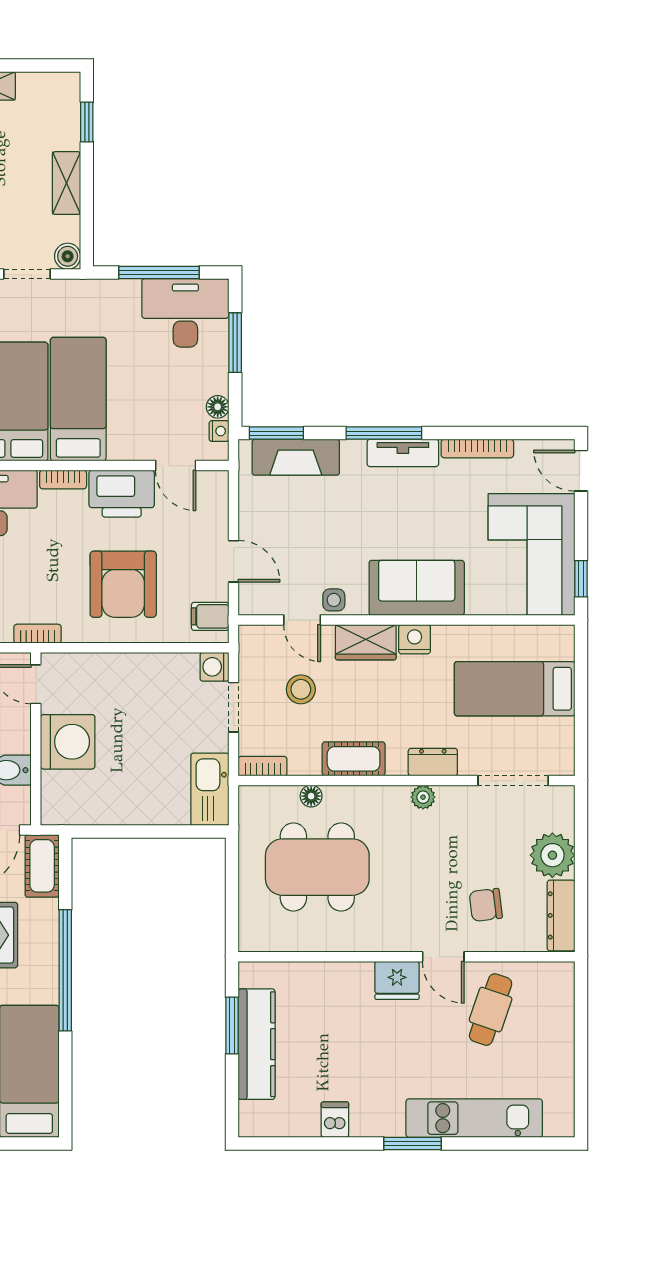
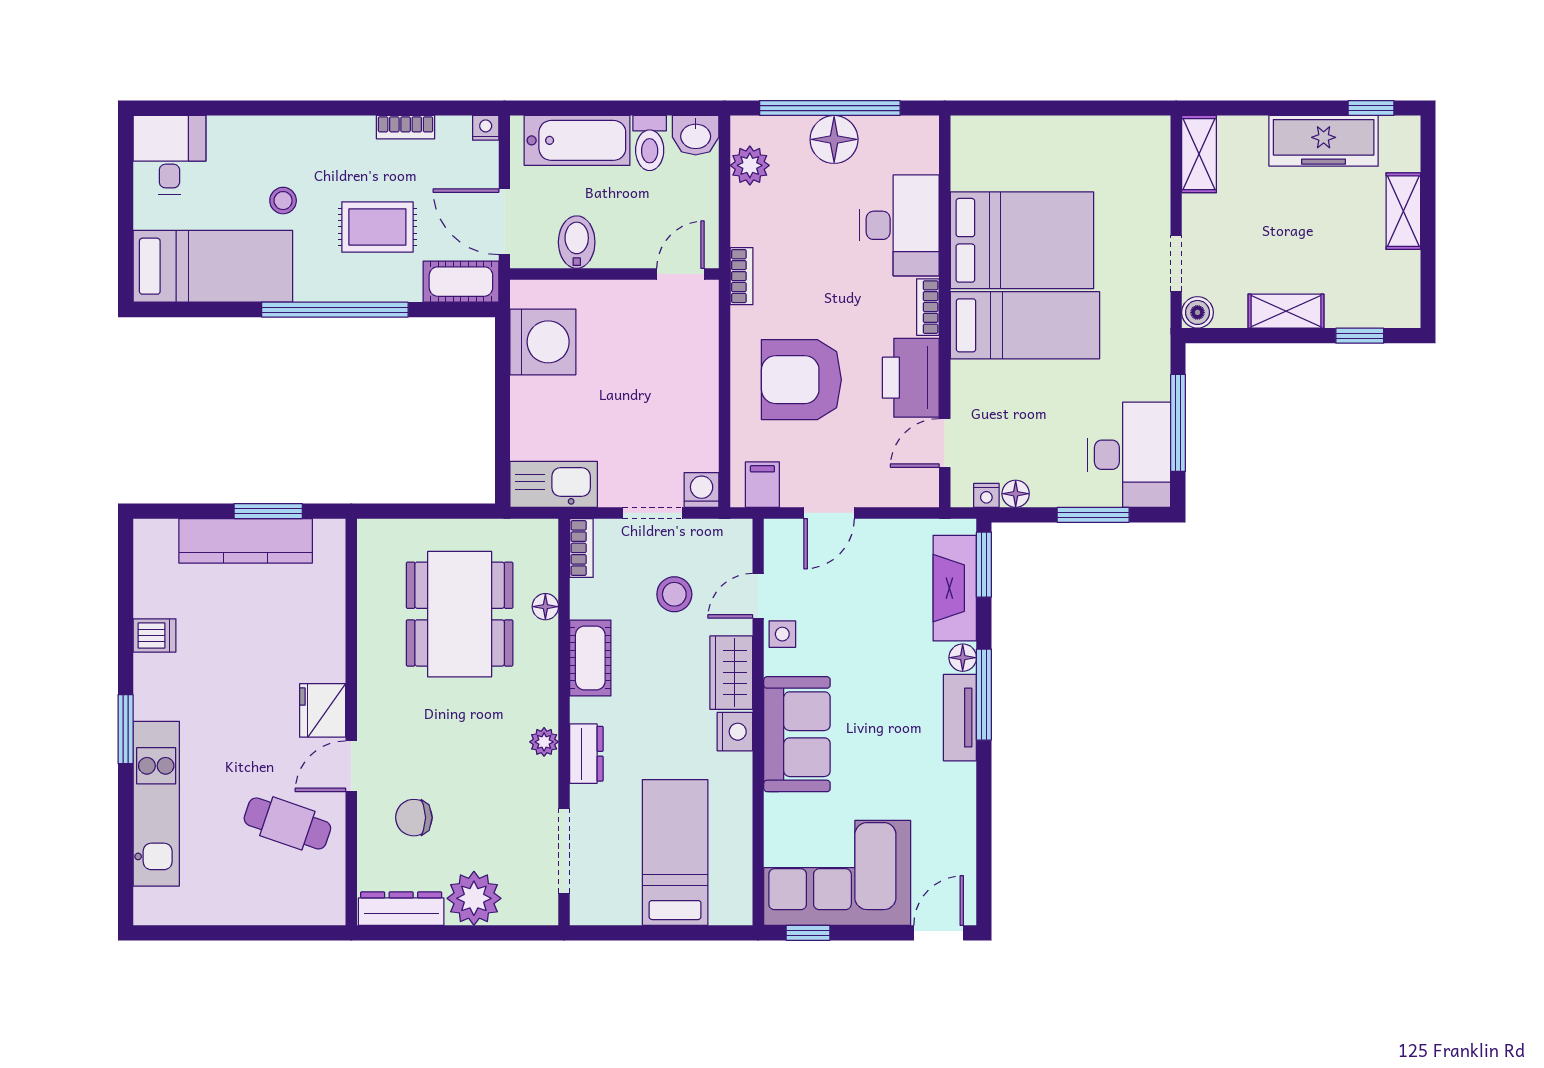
bookcase: (477, 449) -> (965, 808), removed
floor lamp: (353, 451) -> (963, 658), added
washing machine: (68, 742) -> (543, 342), moved, turned -90
chair: (486, 905) -> (414, 818), turned -83

